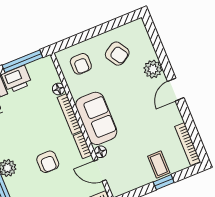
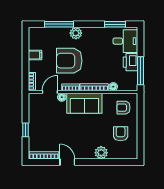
armchair: (117, 54) -> (121, 134), turned 122
door: (176, 90) -> (67, 162), moved
armchair: (48, 162) -> (69, 61), width x1.88, depth x1.88
coffee table: (159, 165) -> (38, 131), removed

